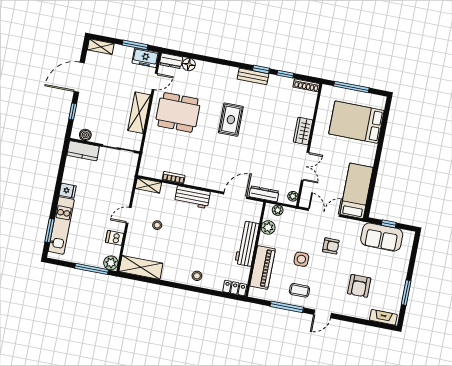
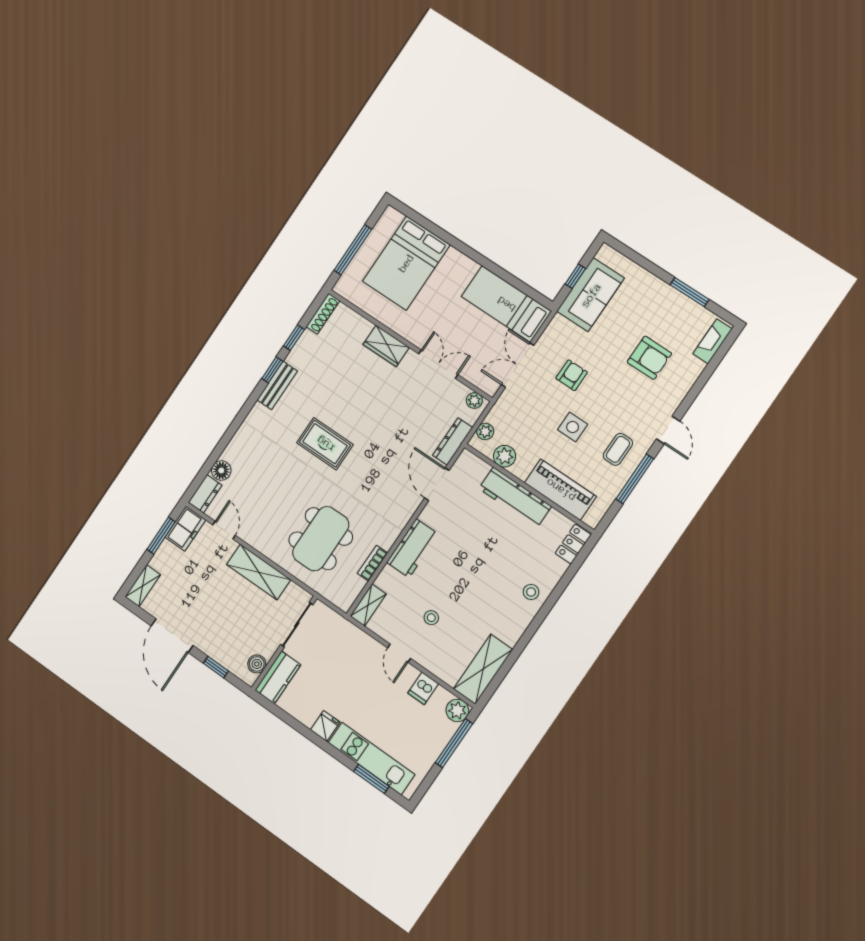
dining table: (178, 112) -> (321, 539), moved

